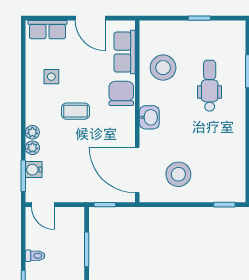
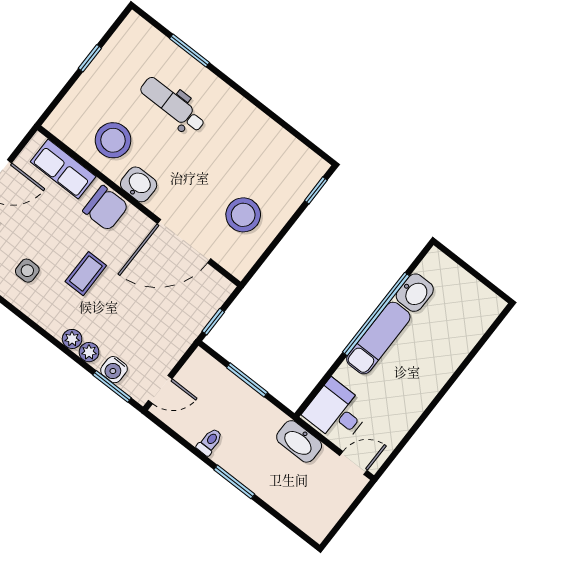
chair: (121, 93) -> (106, 208), turned 180
washbasin: (149, 117) -> (139, 184), moved
door: (137, 170) -> (184, 241), moved

